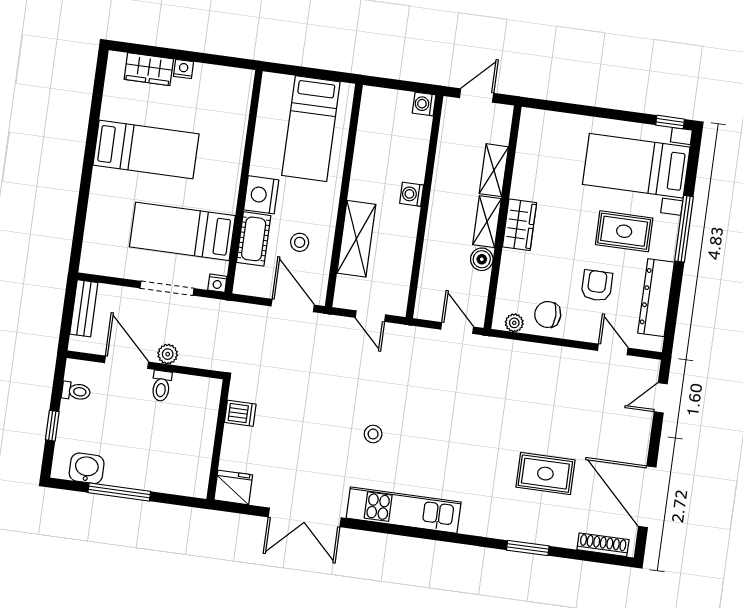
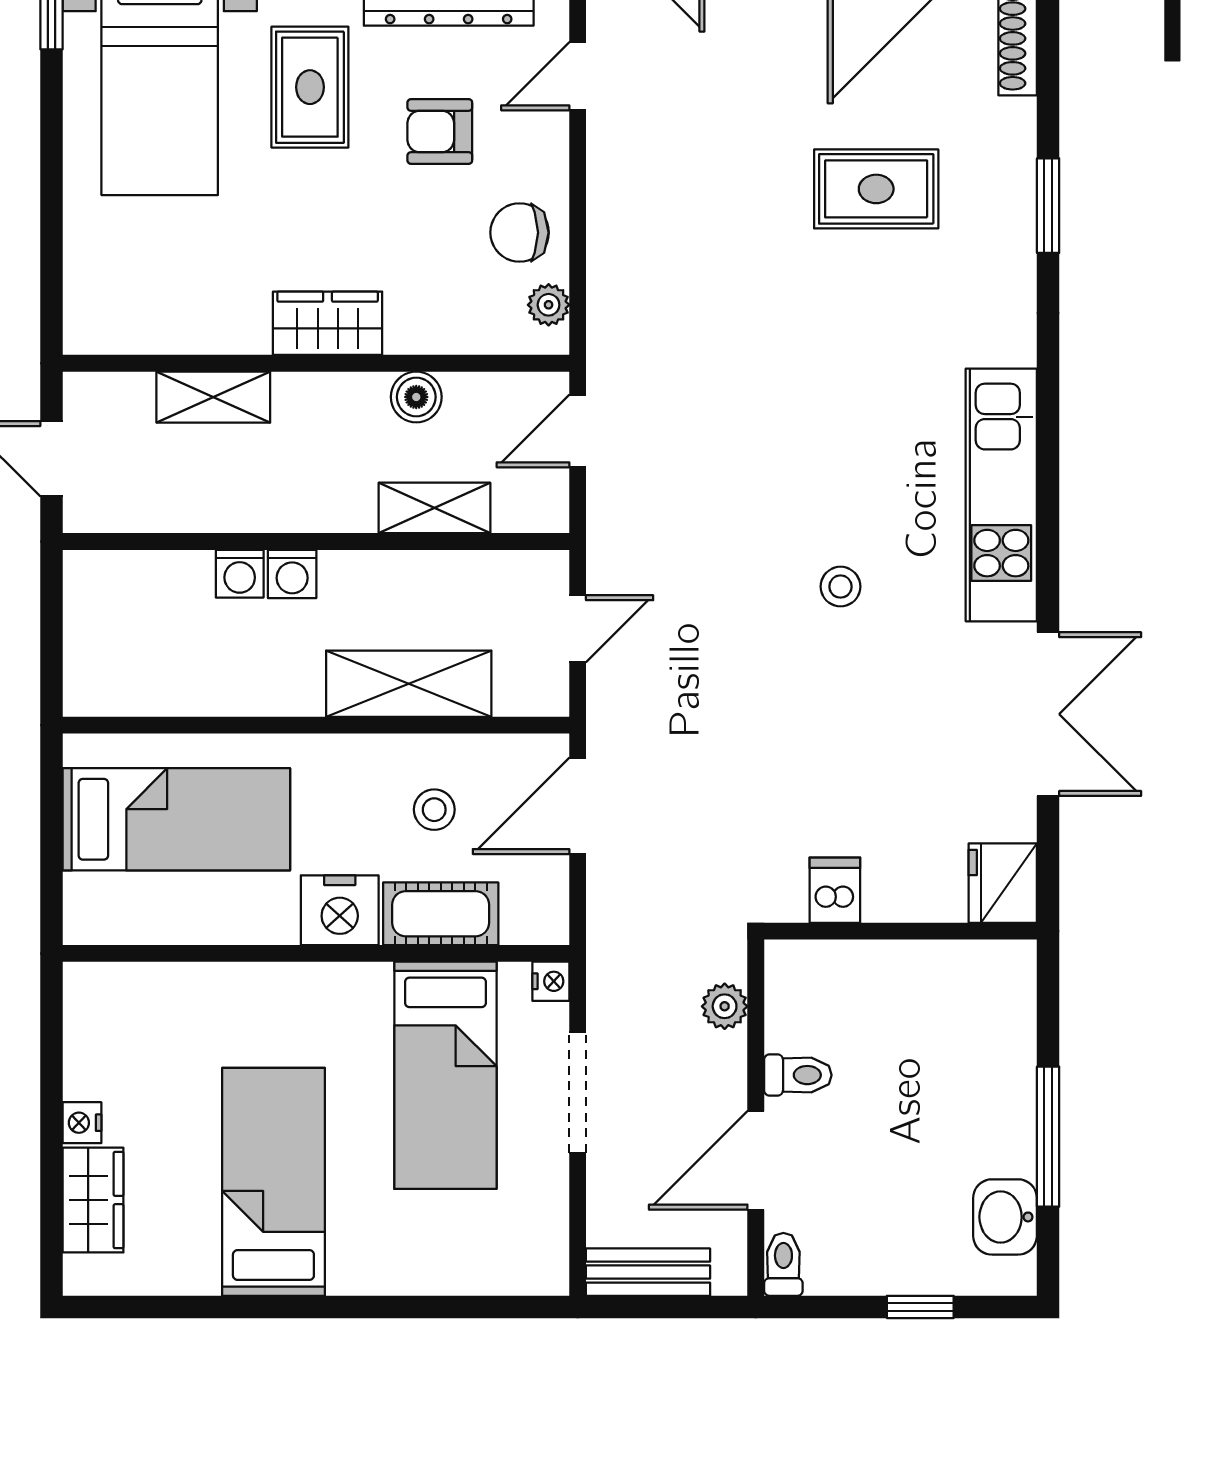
washing machine: (424, 104) -> (240, 574), moved
shelving: (487, 222) -> (434, 508), moved
chair: (548, 314) -> (520, 233), turned 90
plant: (168, 354) -> (725, 1006), moved
toilet: (76, 391) -> (783, 1264), moved
rug: (545, 474) -> (876, 189), turned 90

